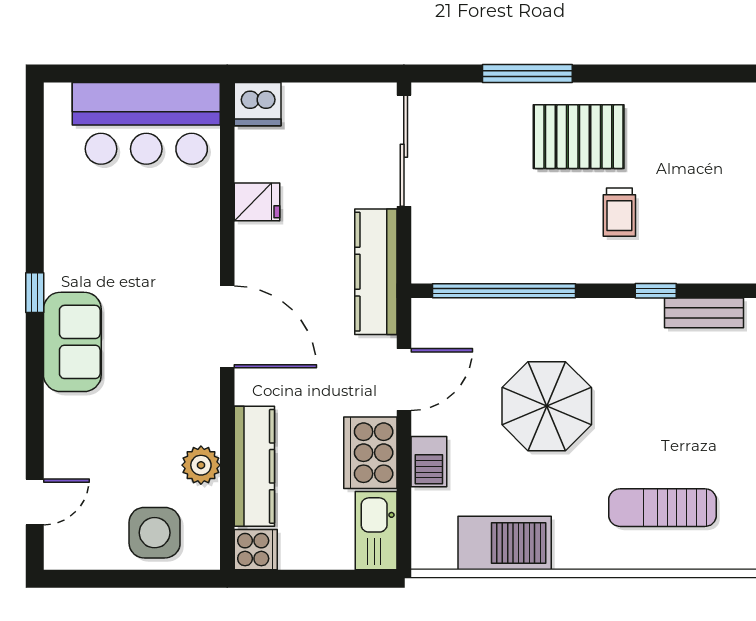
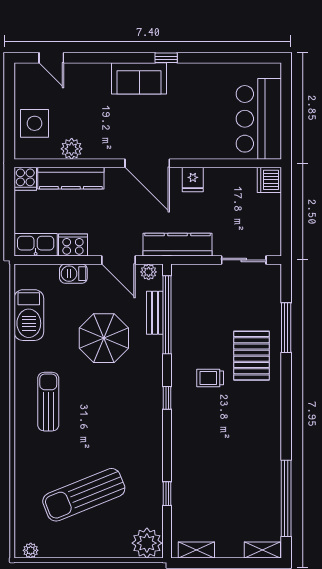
sliding door: (404, 151) -> (244, 260), width x0.73
fridge: (257, 202) -> (193, 179), moved
bench: (704, 313) -> (155, 313), moved
plant: (426, 325) -> (149, 272), added
door: (227, 327) -> (147, 163), hinge flipped
cooker: (370, 453) -> (73, 245), width x0.73, depth x0.76

